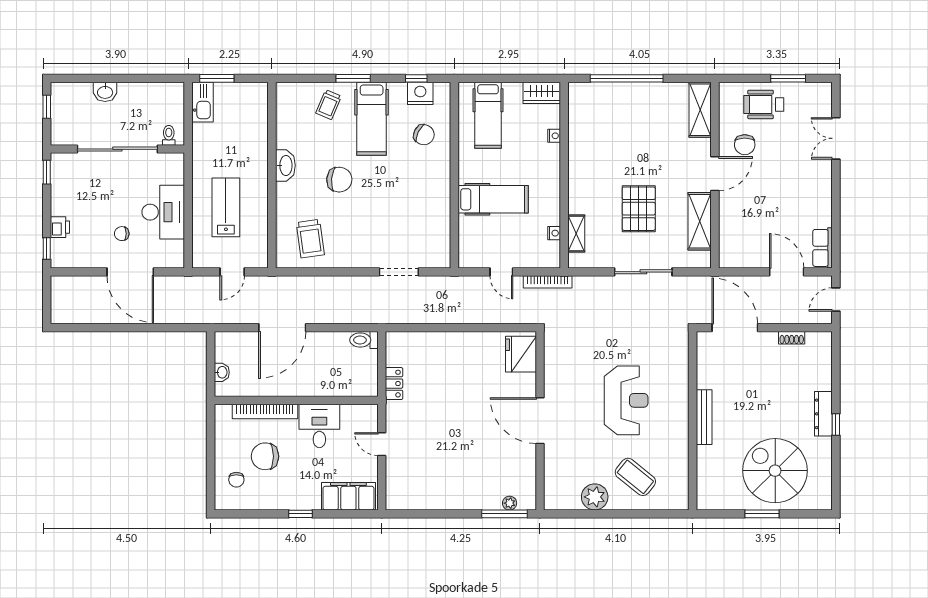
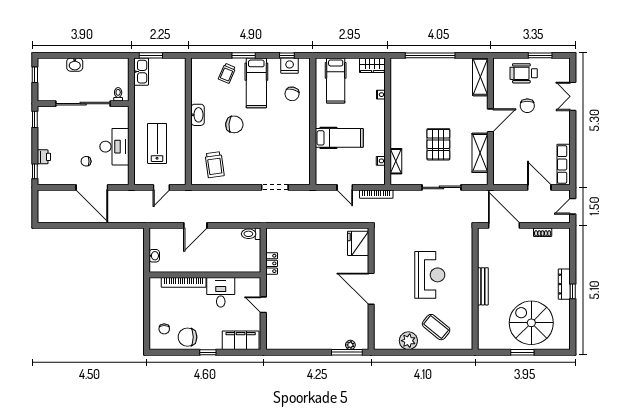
chair: (424, 135) -> (292, 94), turned 78
chair: (745, 145) -> (527, 106), moved
row of seats: (823, 248) -> (564, 164), width x1.48
door: (282, 328) -> (195, 225), width x0.73
chair: (265, 456) -> (188, 337), moved

